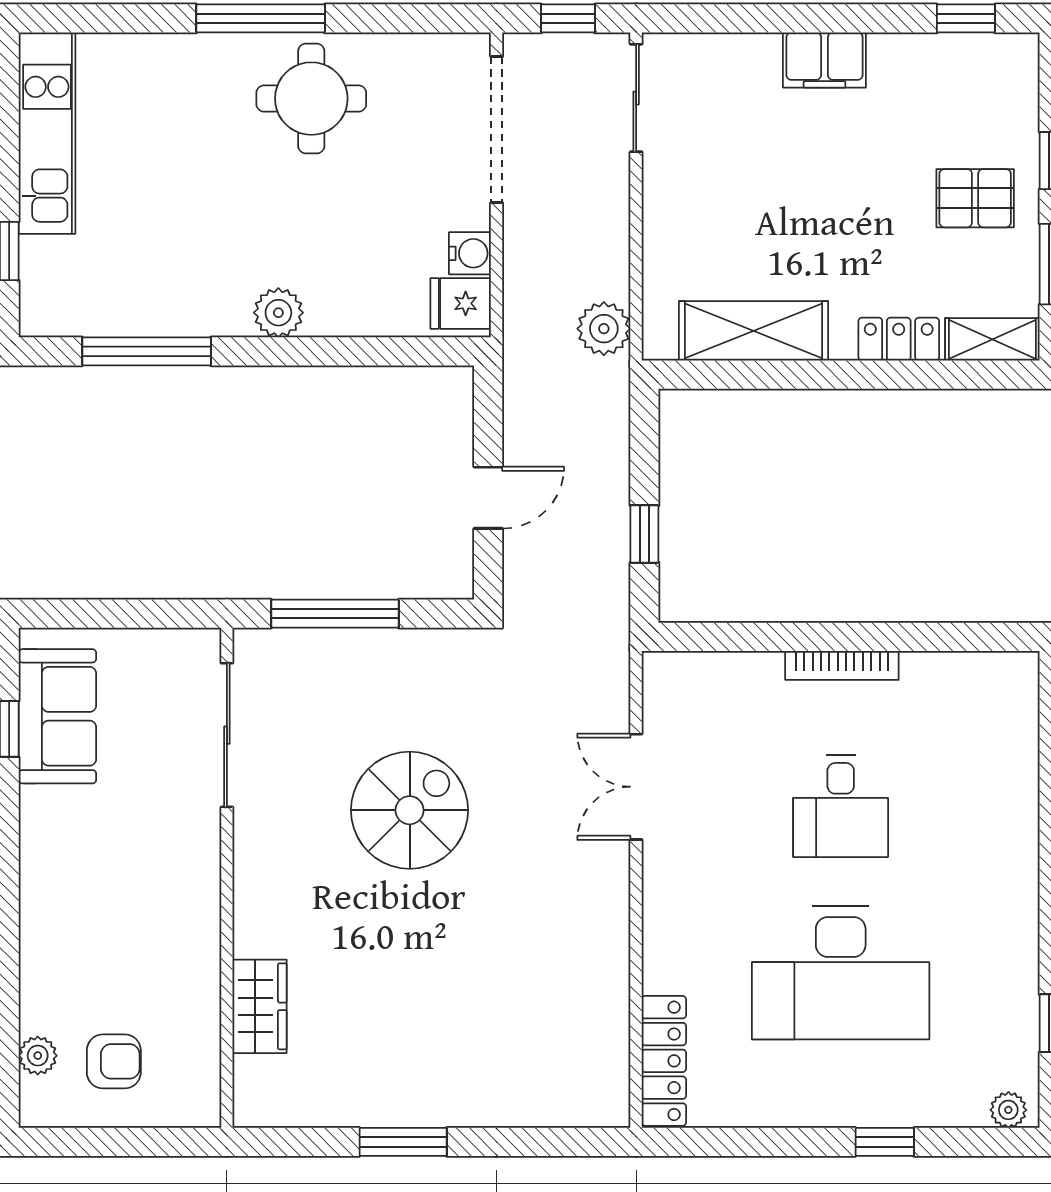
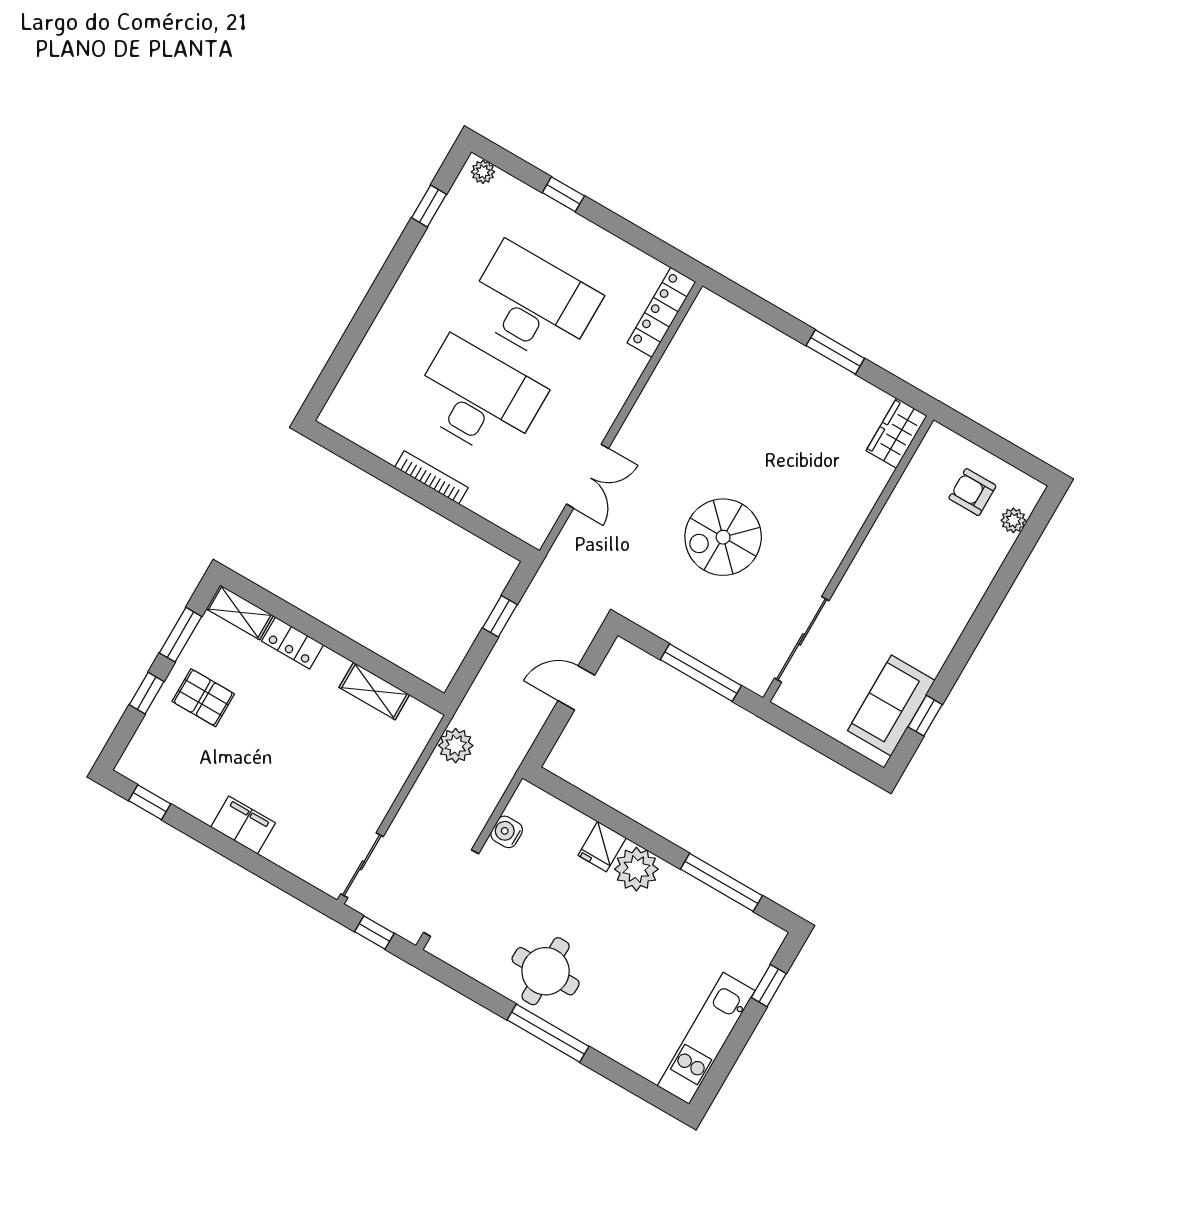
fridge: (461, 303) -> (602, 847), moved, turned 90
plant: (278, 313) -> (636, 869), width x1.36, depth x1.36
shelving: (754, 331) -> (374, 691), width x0.67, depth x0.75
desk: (841, 806) -> (478, 398), width x1.87, depth x1.30
wardrobe: (260, 1006) -> (897, 433), moved

